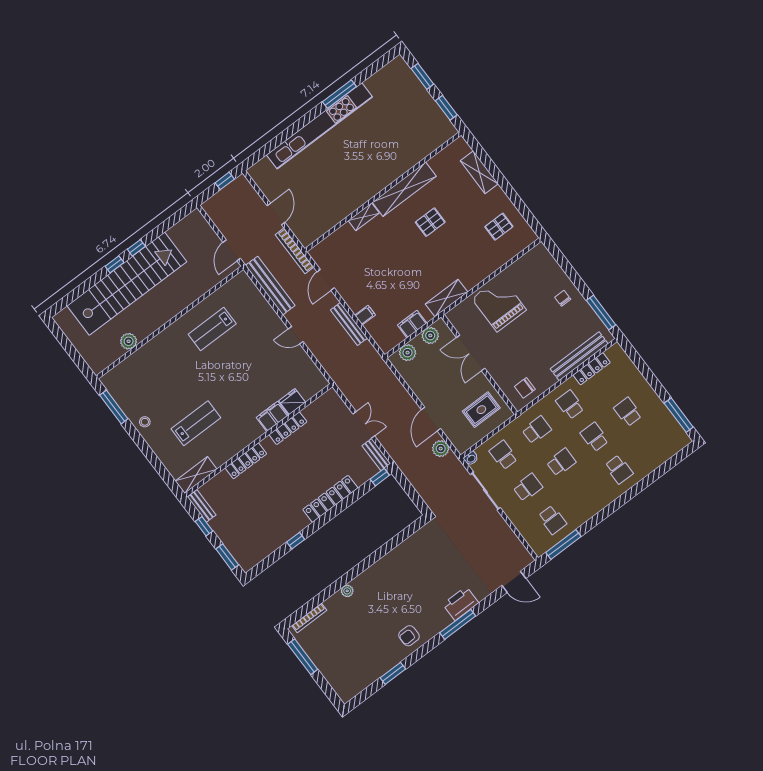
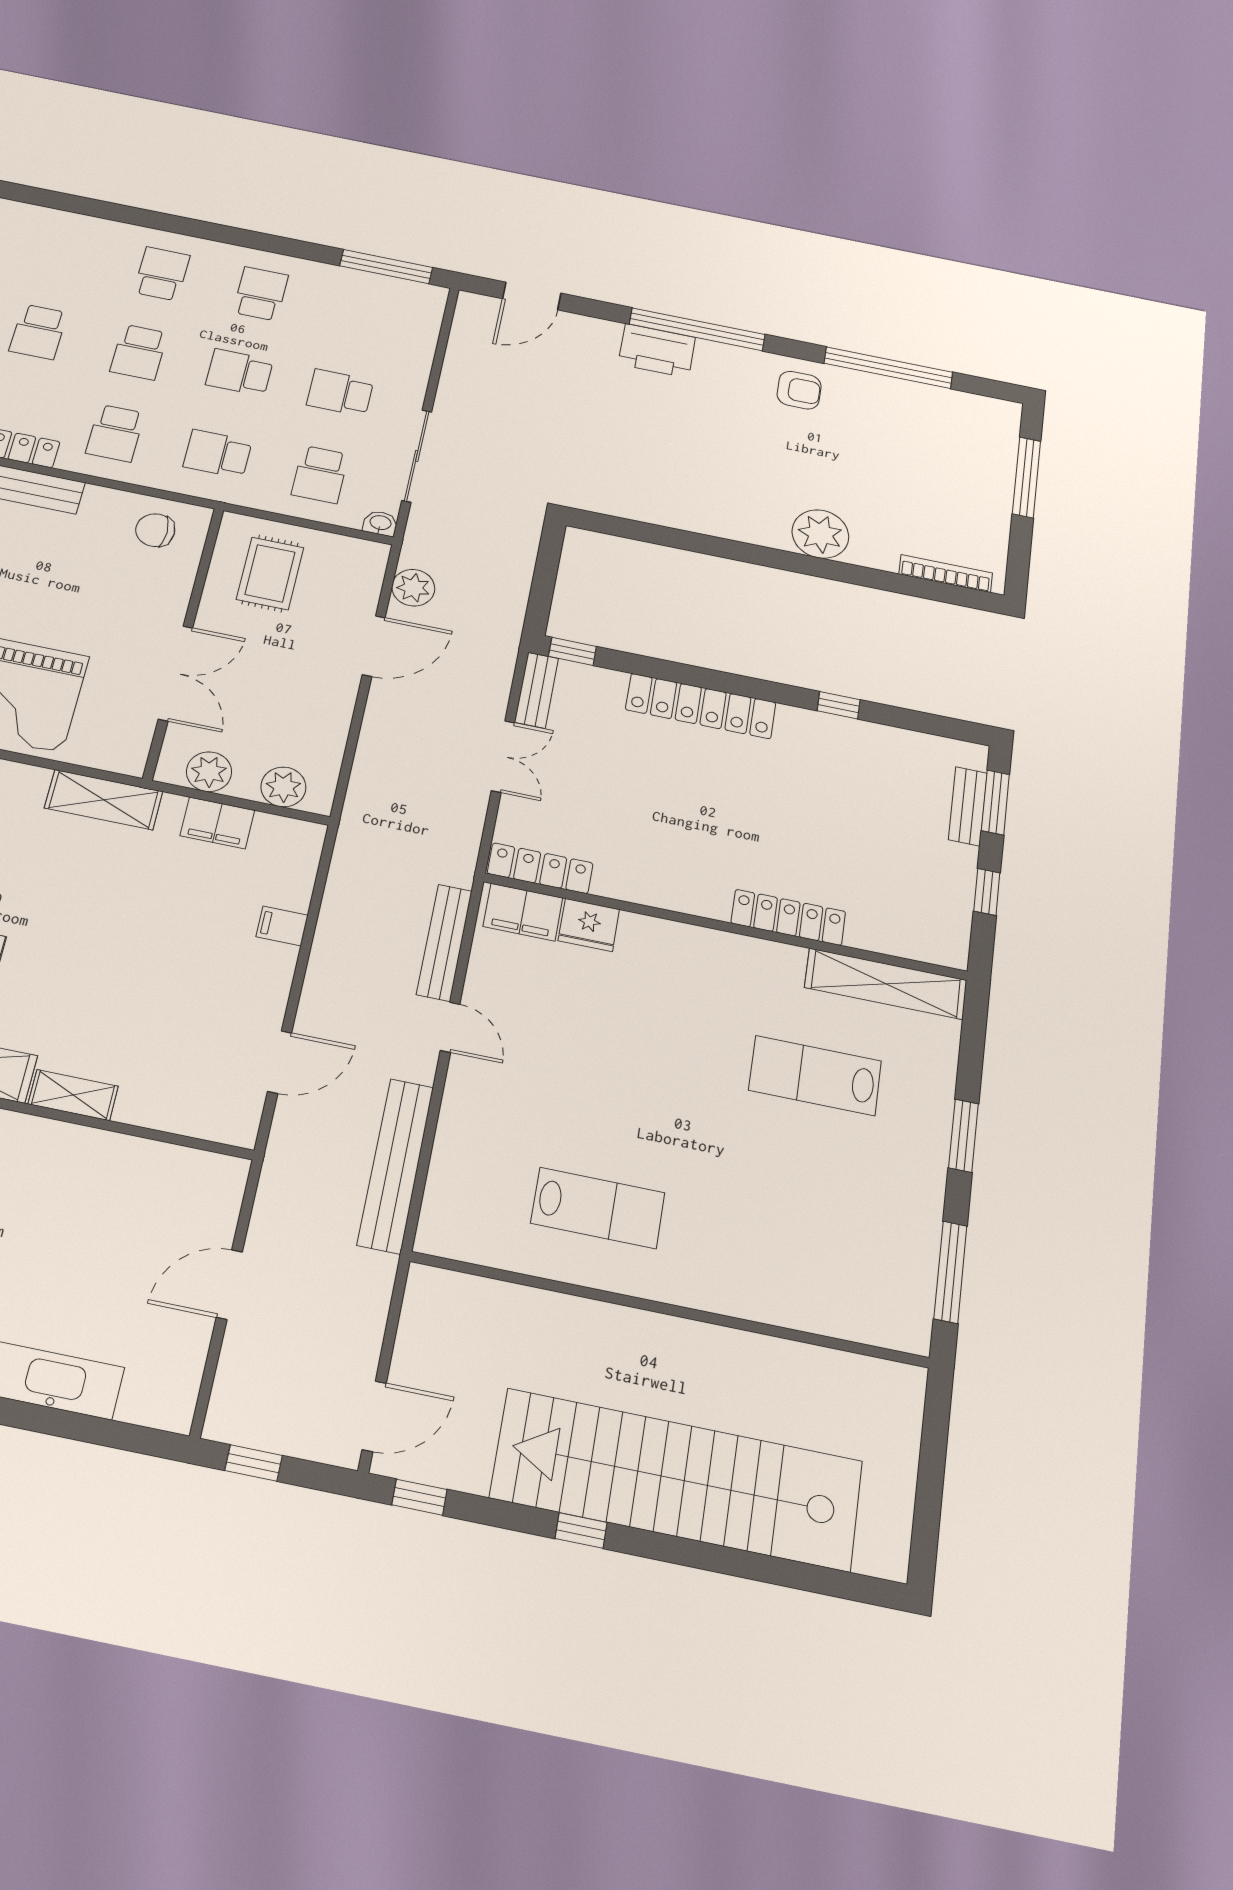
door: (232, 250) -> (374, 1416), moved
bookcase: (295, 251) -> (275, 1177), removed
window: (114, 264) -> (419, 1497), moved
bench: (349, 324) -> (444, 942), moved
plant: (129, 341) -> (792, 1363), removed
chair: (525, 388) -> (155, 530), turned 180
rug: (481, 410) -> (270, 573), turned 90
filing cabinet: (272, 416) -> (523, 912), moved
stool: (145, 422) -> (915, 1181), removed
double door: (364, 425) -> (503, 757), swing flipped
locker: (288, 428) -> (540, 868), moved
window: (145, 448) -> (963, 1136), added
shelving: (196, 475) -> (886, 984), width x1.47
bench: (202, 506) -> (968, 806), moved
school desk: (552, 520) -> (261, 294), moved
door: (514, 582) -> (532, 296), swing flipped
plant: (347, 591) -> (820, 534), width x1.87, depth x1.87
window: (458, 624) -> (697, 329), width x1.46
window: (303, 657) -> (1027, 477), moved
window: (393, 673) -> (888, 368), width x2.11

